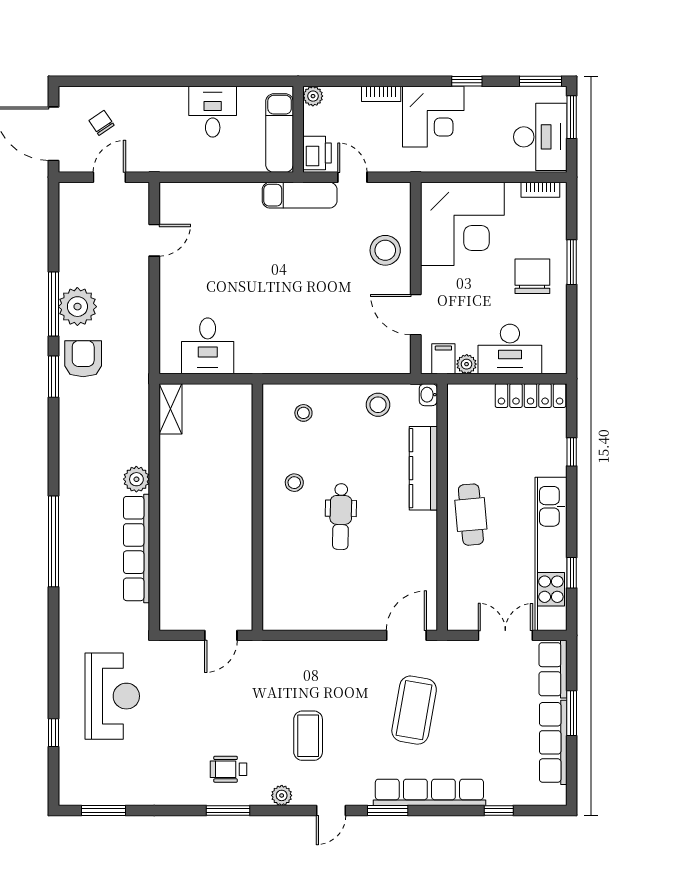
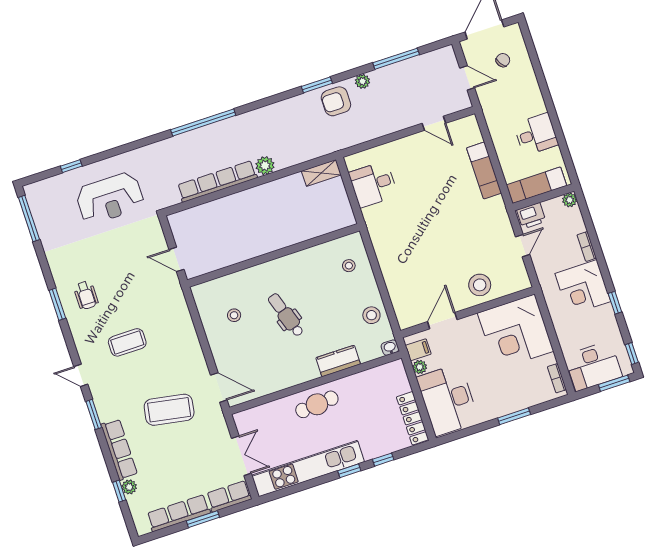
window: (540, 81) -> (632, 353), width x0.67
exam couch: (300, 195) -> (484, 170), moved
chair: (532, 276) -> (495, 392), removed
window: (54, 304) -> (396, 59), moved
plant: (77, 307) -> (362, 81), width x0.53, depth x0.53
desk: (510, 349) -> (448, 400), width x1.36, depth x1.30
armchair: (83, 359) -> (336, 101), turned 180
kitchen counter: (423, 468) -> (338, 361), width x0.67
stool: (294, 483) -> (234, 315), moved
dental chair: (341, 517) -> (286, 315), turned 71
window: (572, 573) -> (349, 471), moved
wheelchair: (228, 769) -> (86, 295), turned 180
row of seats: (429, 792) -> (119, 449), width x0.73
plant: (282, 795) -> (129, 487), moved
window: (104, 810) -> (29, 218), width x1.44

